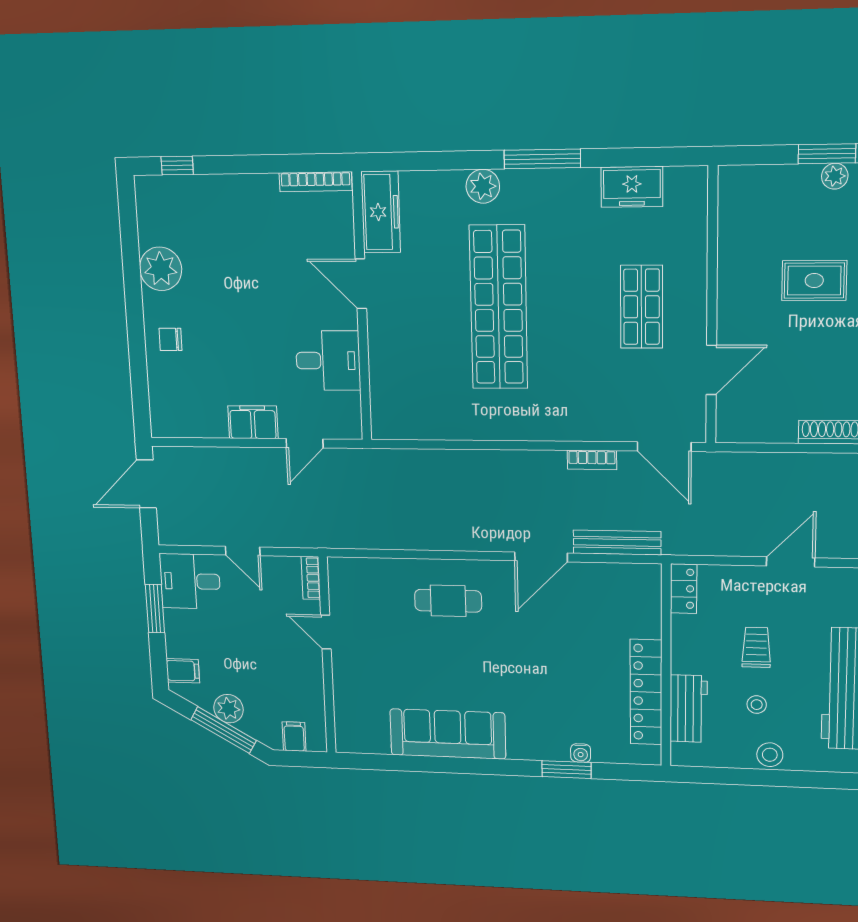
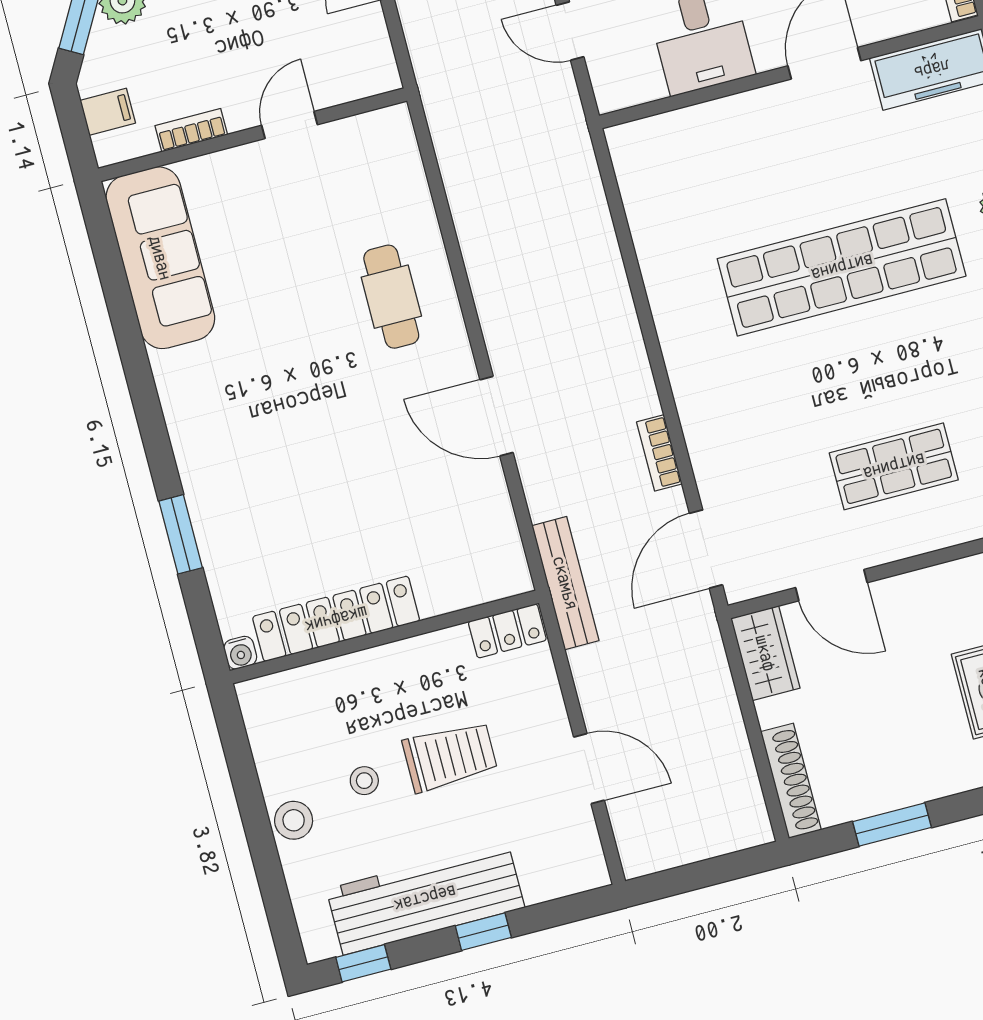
wardrobe: (745, 426) -> (765, 653), added
bench: (617, 542) -> (565, 583), moved
bookcase: (311, 578) -> (191, 130), moved
trolley: (756, 647) -> (450, 756), width x1.36, depth x1.39
workbench: (689, 709) -> (329, 686), removed
sofa: (448, 734) -> (160, 258), moved
water cooler: (581, 753) -> (240, 653), moved, turned -90

